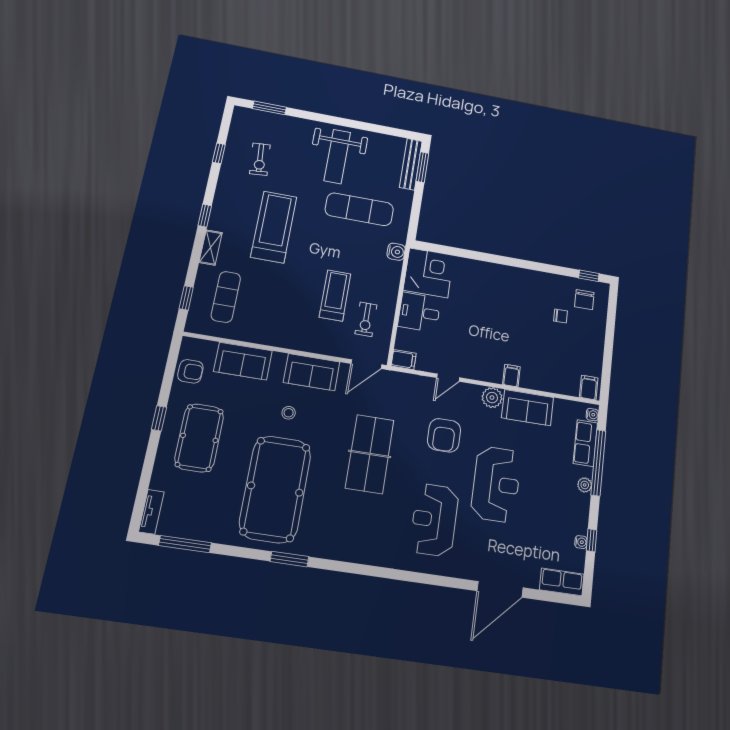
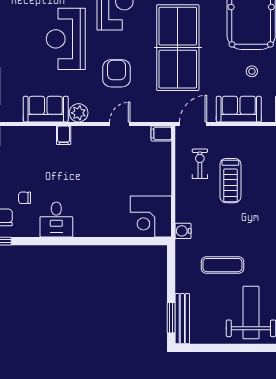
exercise mat: (359, 209) -> (222, 265), width x0.73, depth x0.69
desk: (419, 312) -> (56, 219), moved, turned 90
table tennis table: (370, 454) -> (178, 48), width x1.36, depth x1.32

